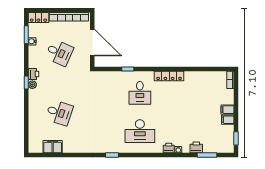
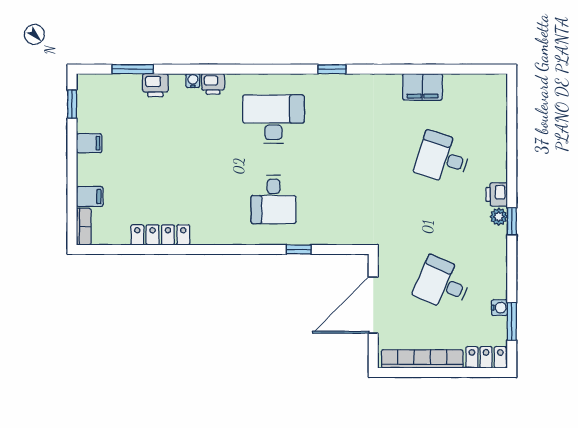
door: (92, 43) -> (373, 305), hinge flipped
printer: (33, 74) -> (497, 194), moved
locker: (169, 76) -> (160, 235), moved
desk: (140, 93) -> (273, 199), turned 180
filing cabinet: (227, 110) -> (90, 197), moved
filing cabinet: (53, 147) -> (422, 87), moved

